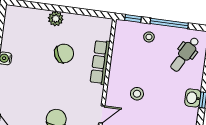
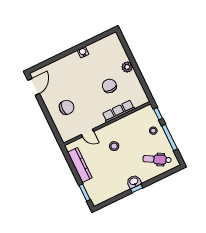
chair: (64, 53) -> (109, 86), turned -152

